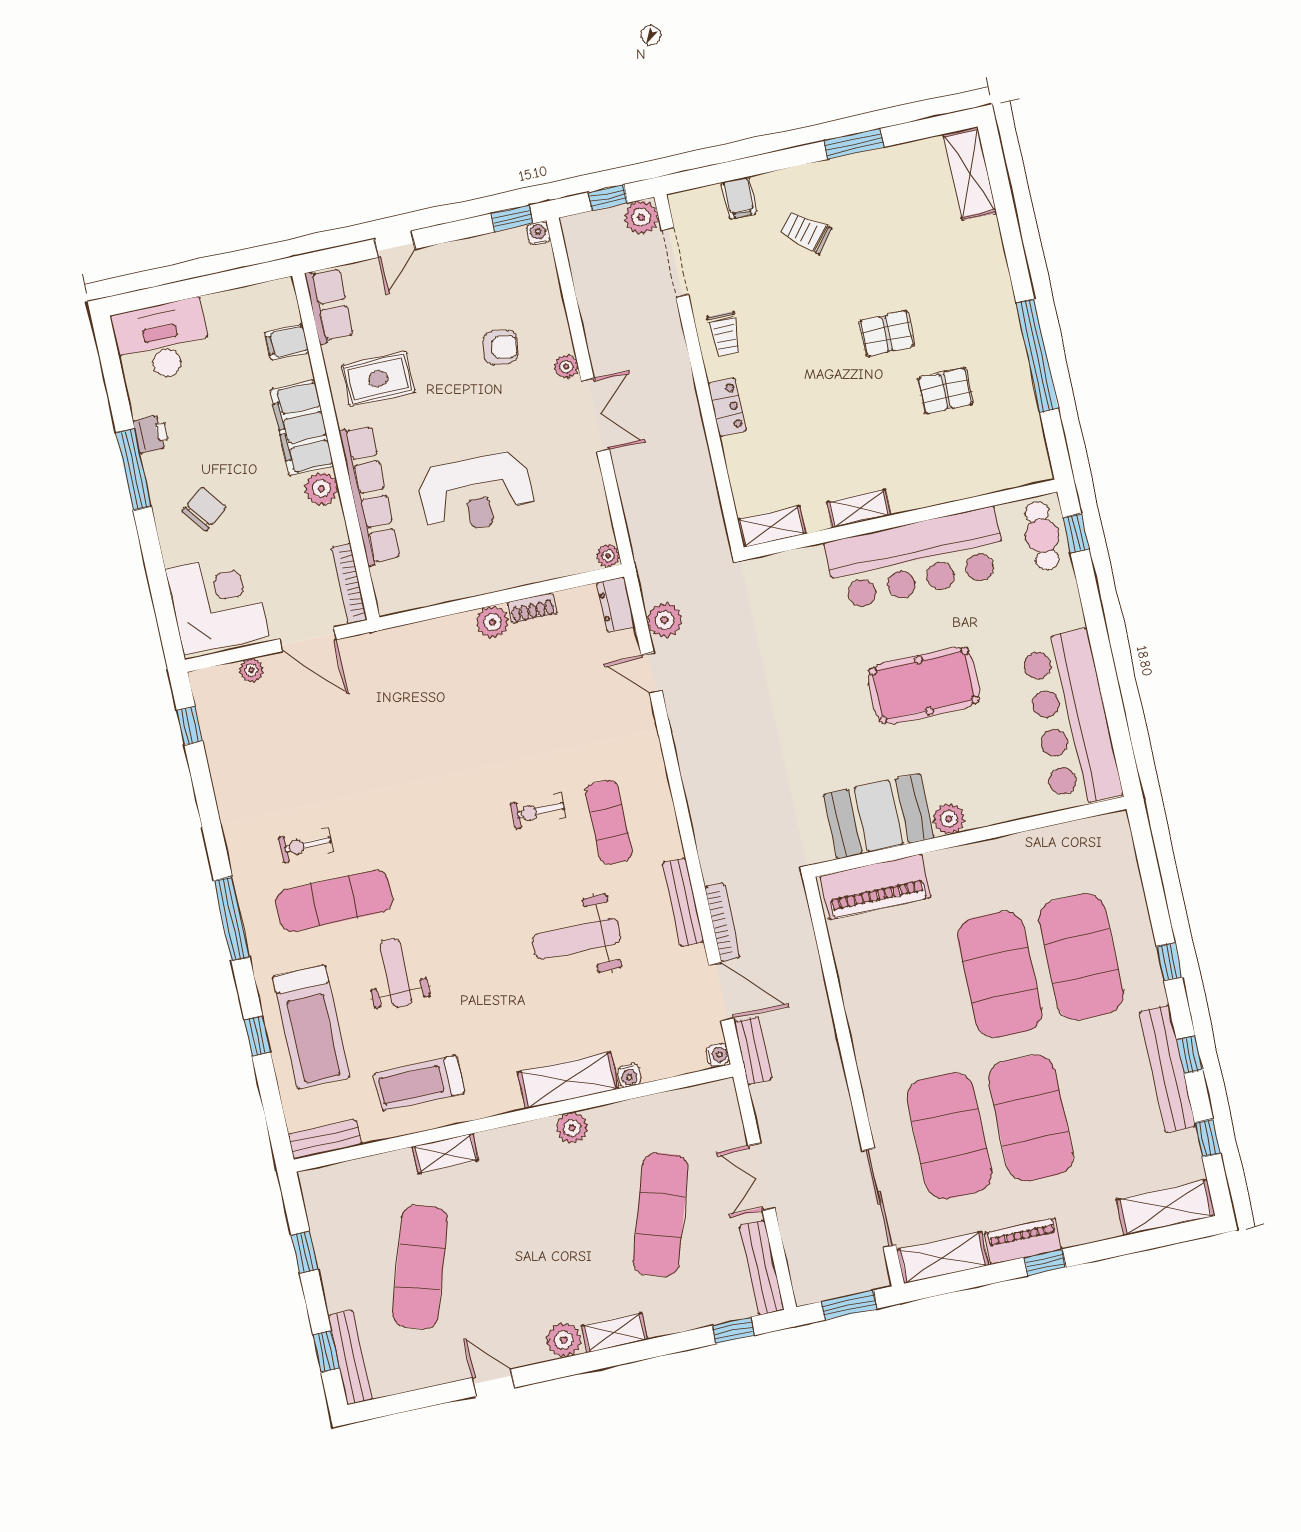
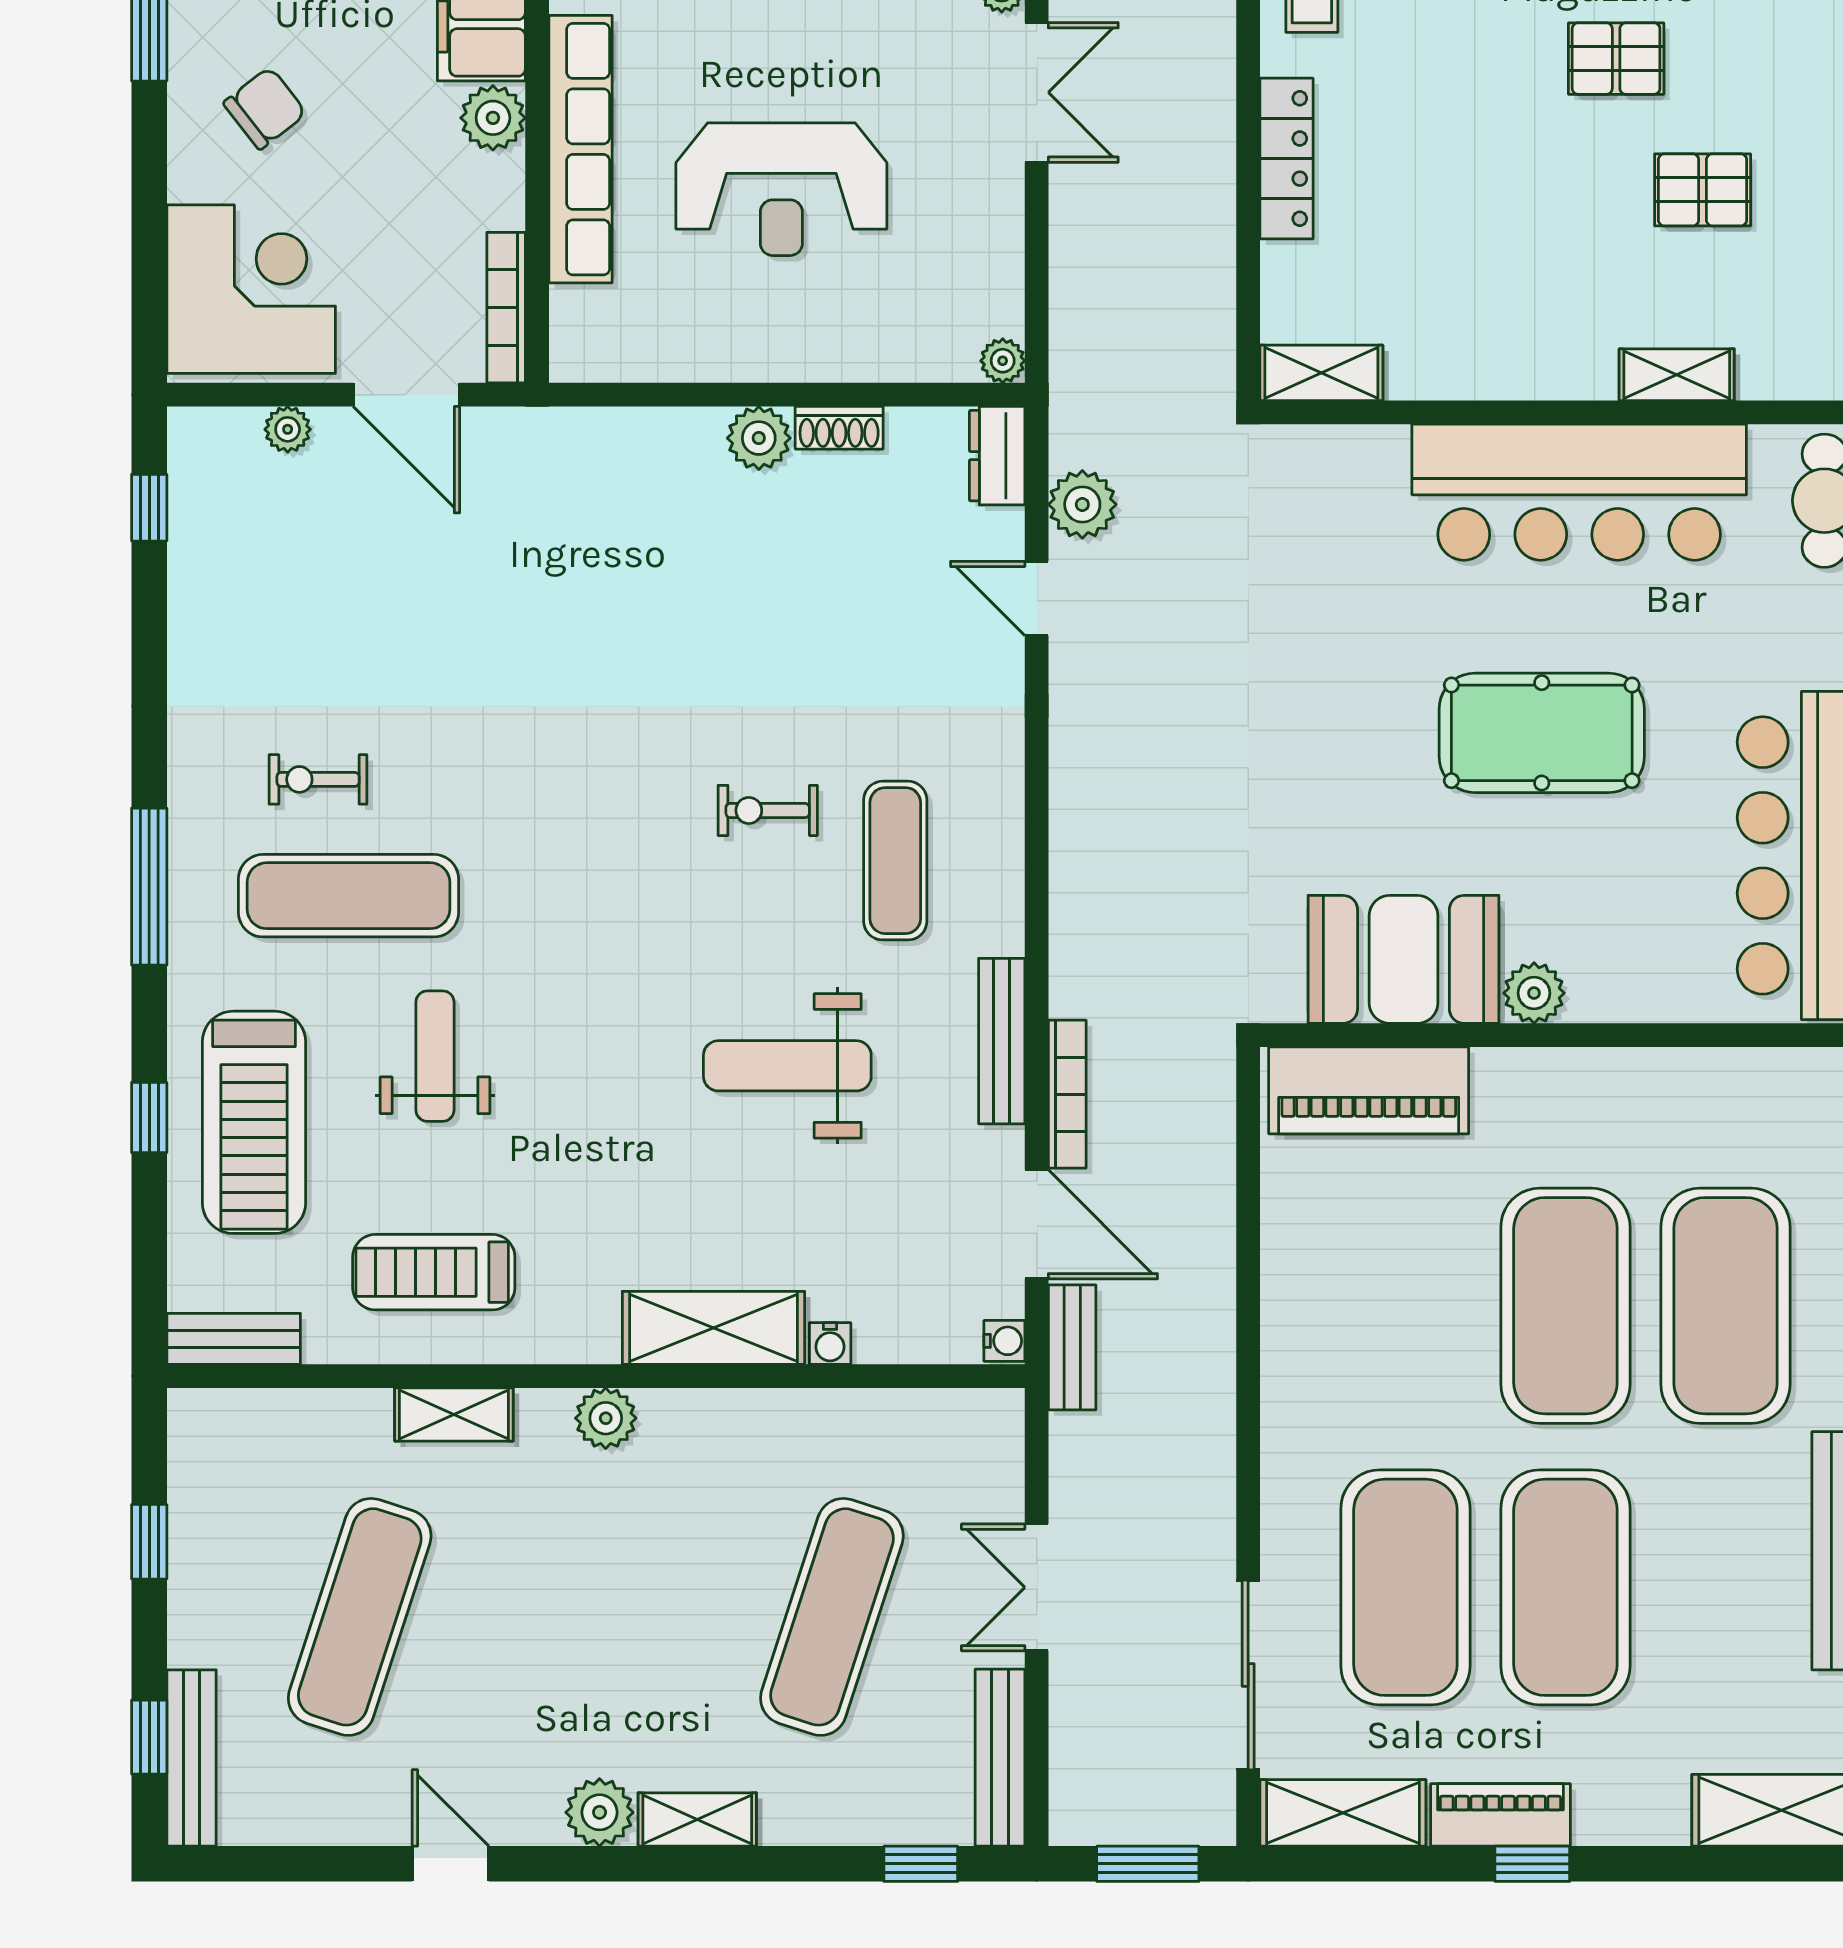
locker: (727, 407) -> (1286, 159), width x1.53
shelving: (859, 508) -> (1677, 375), moved
plant: (572, 1128) -> (606, 1418), moved

